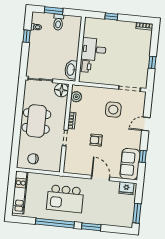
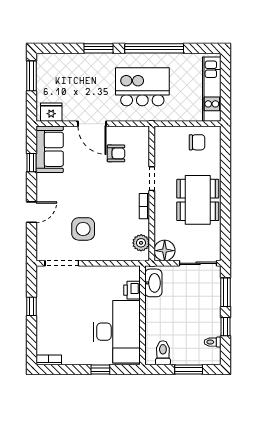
toilet: (58, 22) -> (163, 353), moved
desk: (94, 49) -> (117, 332), width x1.87, depth x1.30
window: (24, 59) -> (225, 292), added
armchair: (96, 140) -> (116, 153), moved

